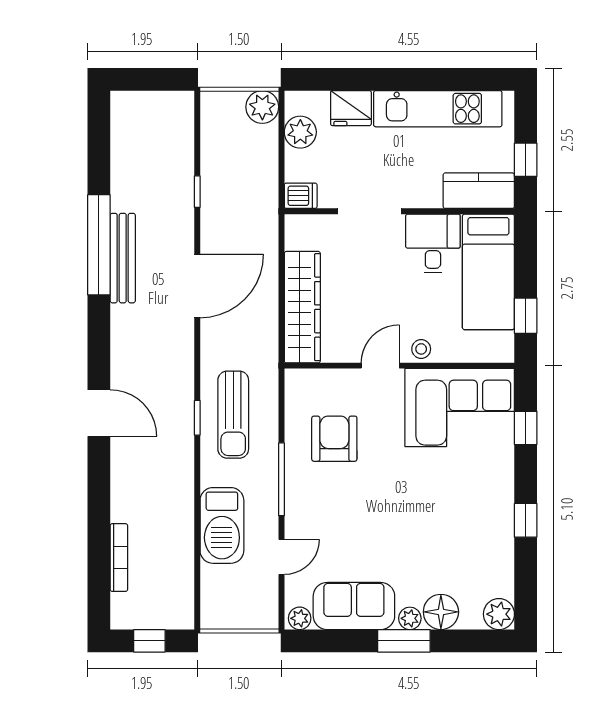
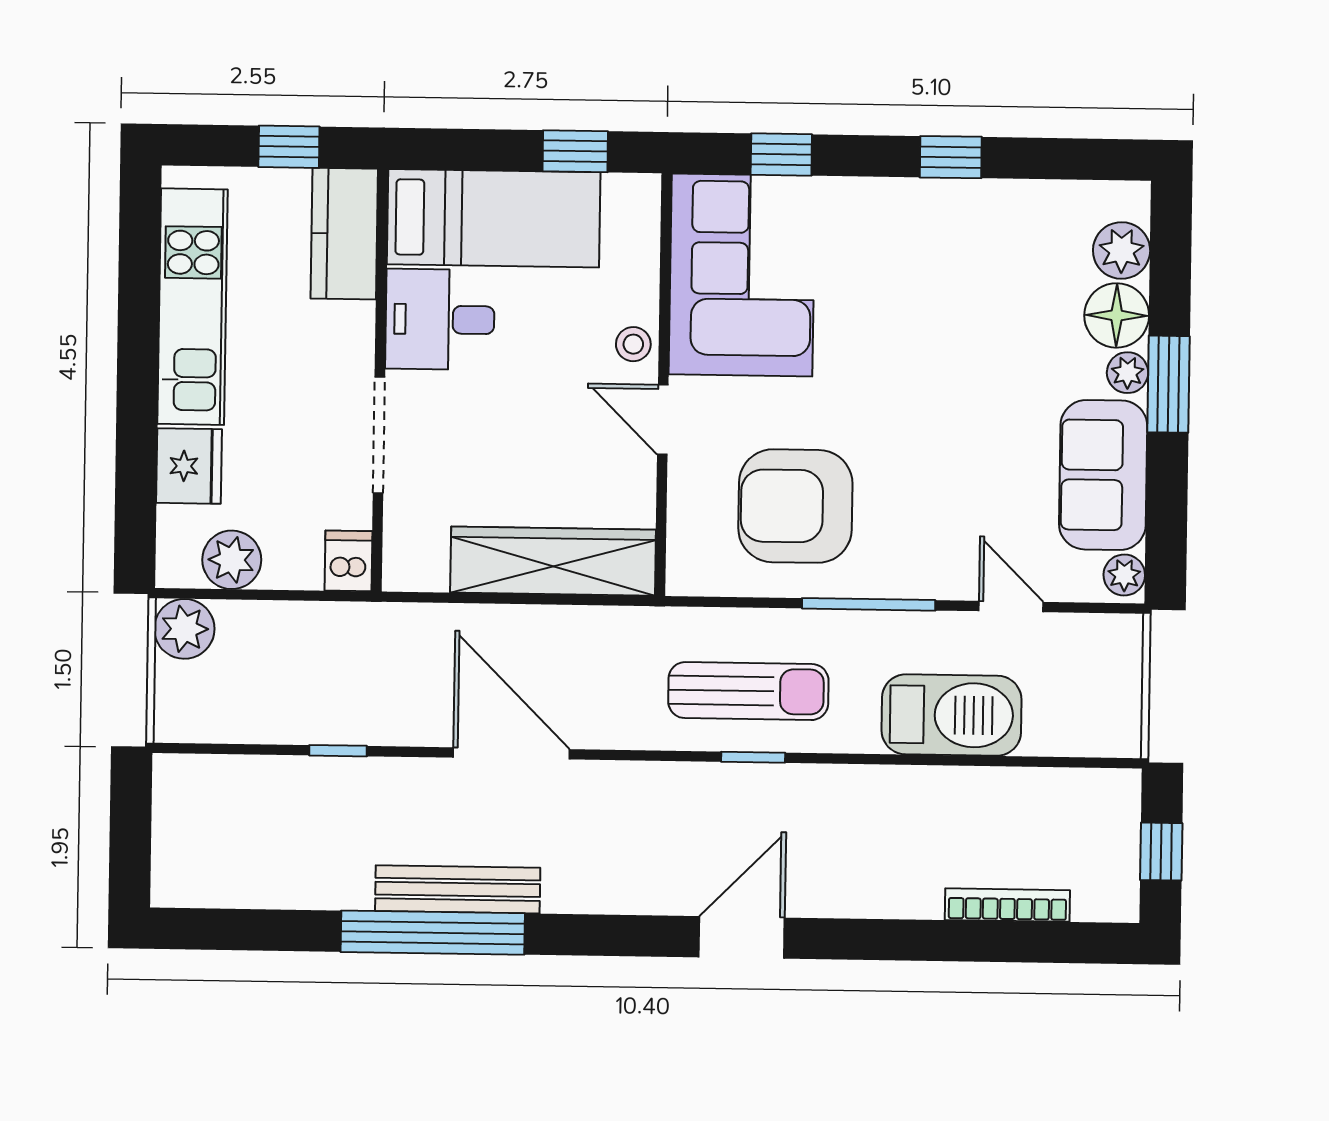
armchair: (334, 439) -> (795, 506), width x1.36, depth x1.36
plant: (499, 614) -> (1122, 251), moved

